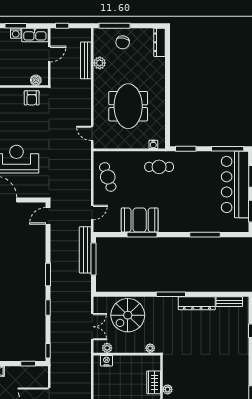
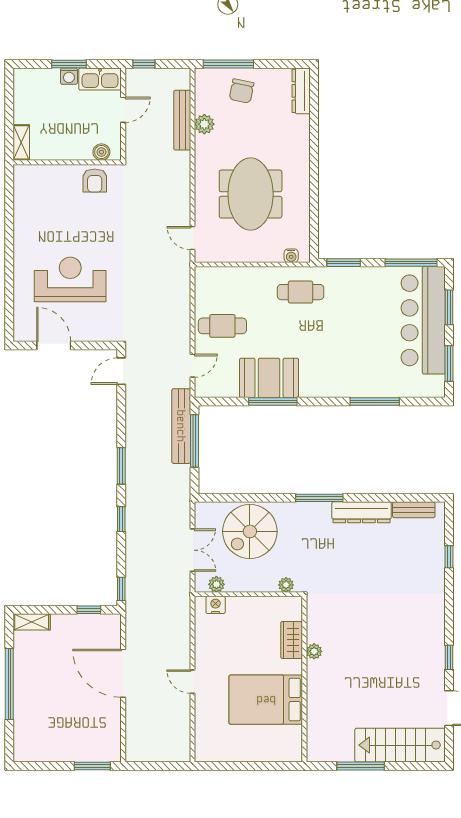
cafe table: (108, 177) -> (222, 326), moved, turned -72

